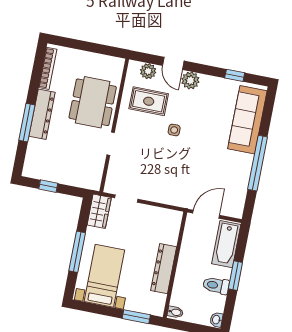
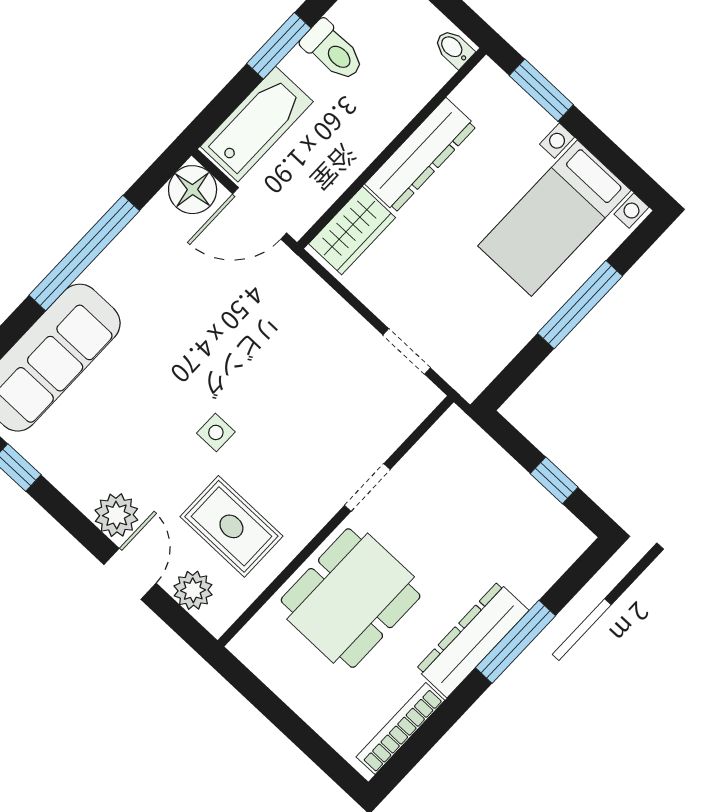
floor lamp: (234, 208) -> (193, 190), added
wardrobe: (99, 211) -> (352, 231), moved, turned 180

